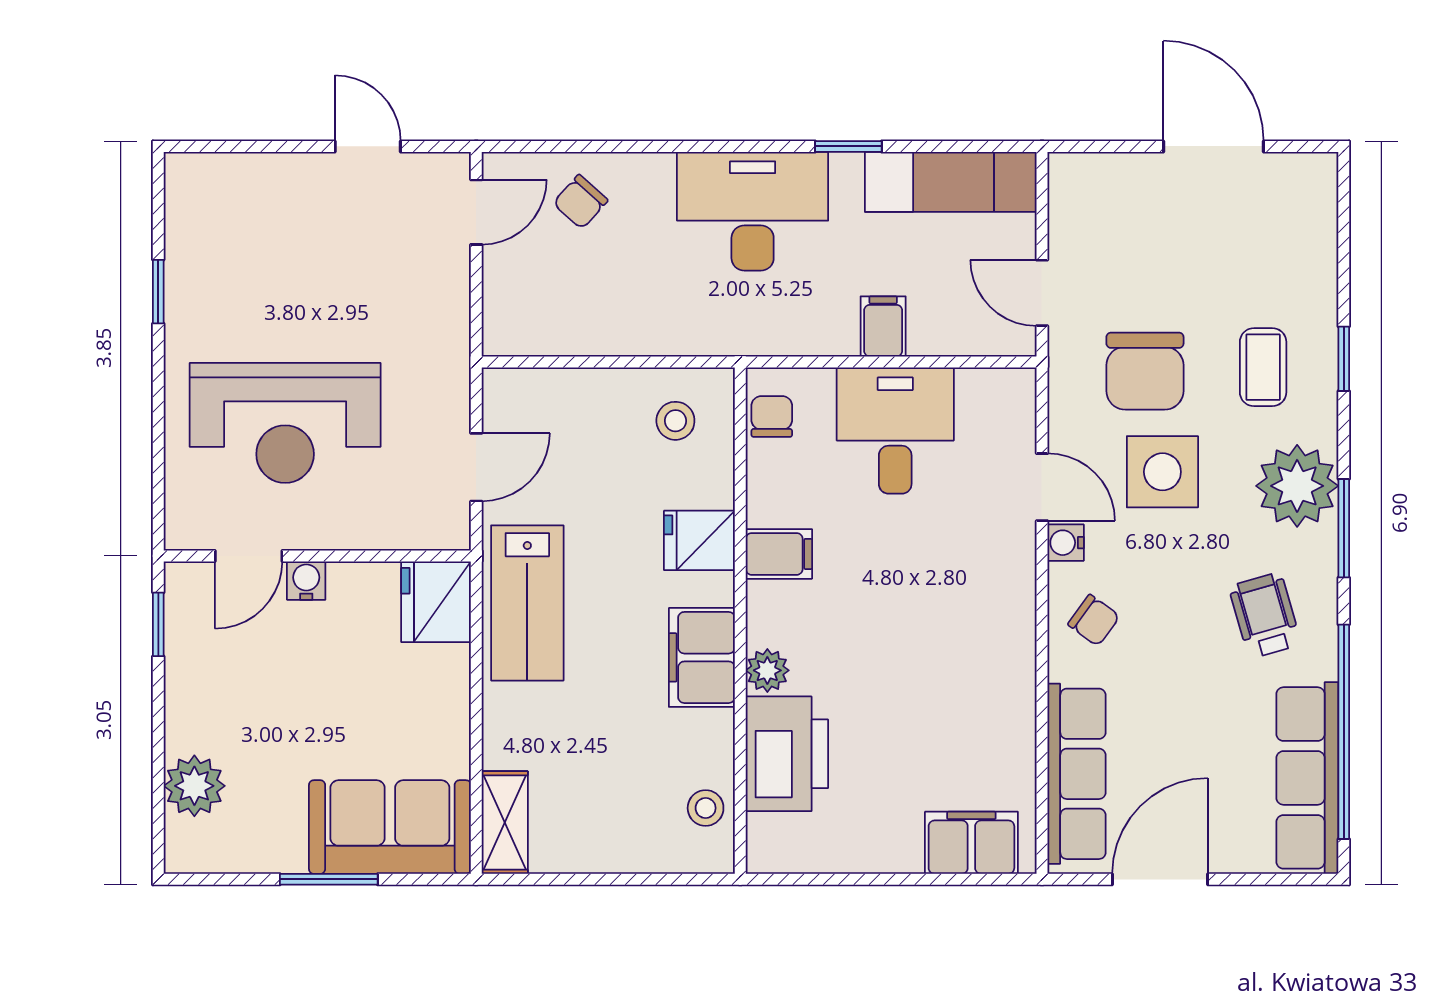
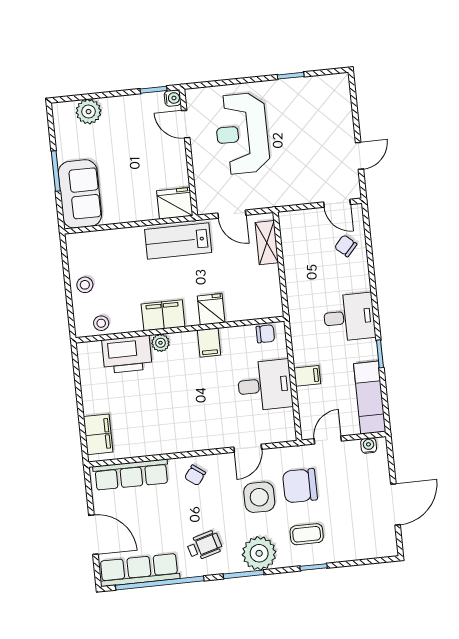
desk: (753, 211) -> (349, 317), width x0.73
stool: (675, 421) -> (85, 285), moved
water cooler: (1066, 543) -> (369, 446), moved
water cooler: (306, 581) -> (173, 98), moved
shelving: (505, 822) -> (267, 243), moved, turned 90
door: (1160, 879) -> (93, 535), moved

